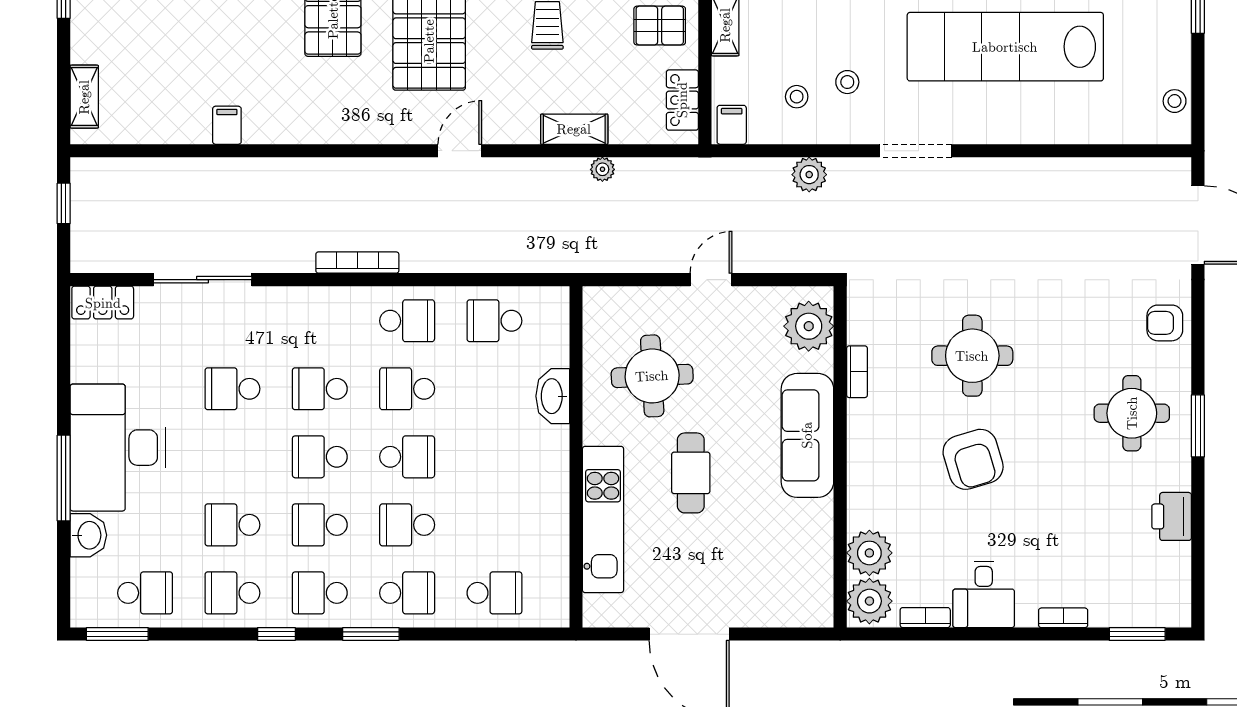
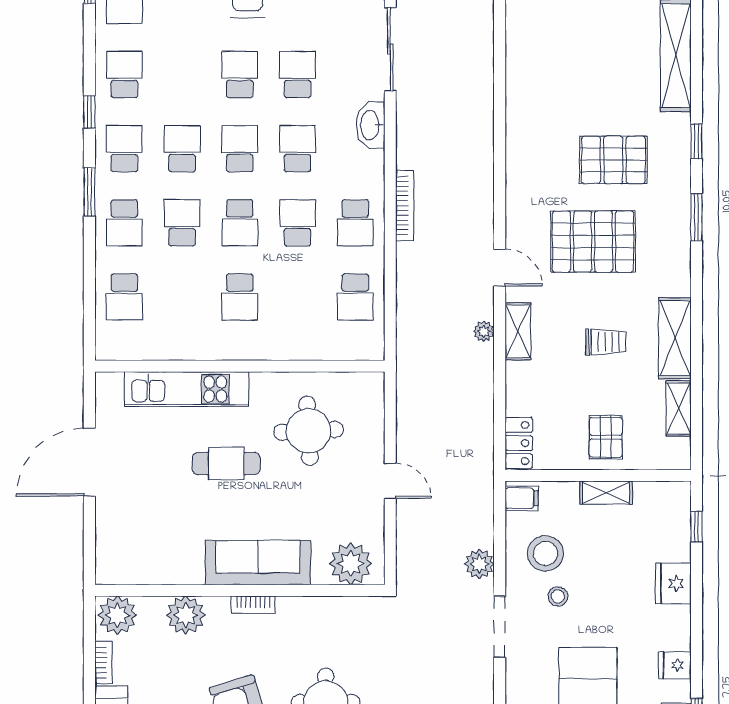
stool: (797, 97) -> (545, 553), width x1.89, depth x1.89
locker: (682, 100) -> (519, 443), moved, turned 90
filing cabinet: (227, 125) -> (521, 70), removed
shelving: (574, 129) -> (518, 331), moved
doorway: (916, 151) -> (500, 627), moved
plant: (602, 169) -> (484, 331), moved
bookcase: (357, 263) -> (405, 205), moved
school desk: (494, 321) -> (355, 297), turned 180
bookcase: (857, 372) -> (253, 605), moved
washbasin: (553, 396) -> (371, 125), moved, turned -90
school desk: (494, 457) -> (240, 297), added
school desk: (232, 525) -> (240, 75), moved
plant: (869, 553) -> (186, 615), moved

